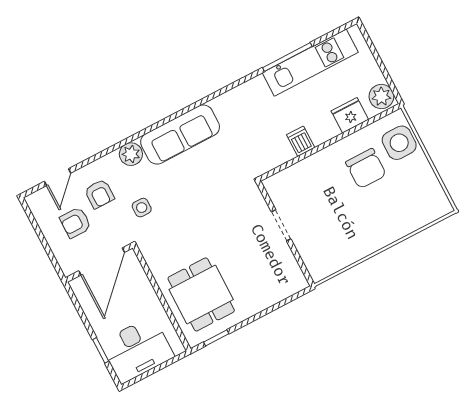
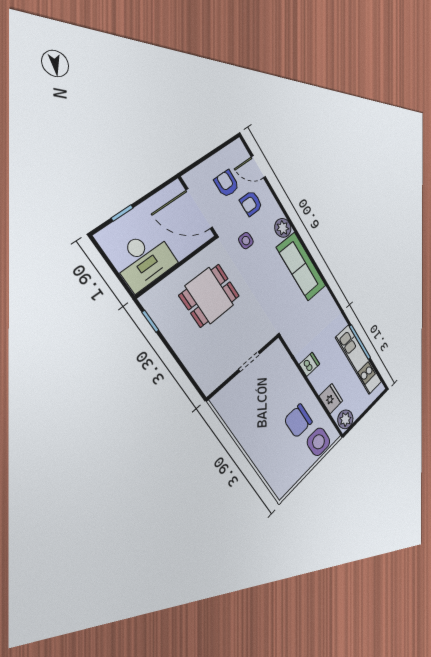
dining table: (201, 294) -> (210, 296), moved
desk: (137, 350) -> (144, 260), moved, turned -90

